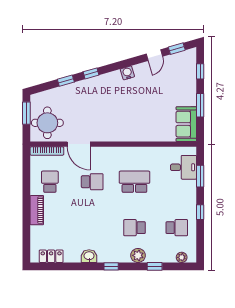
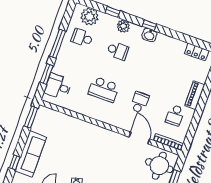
window: (200, 105) -> (31, 117), moved
sofa: (186, 124) -> (31, 154), moved, width x1.36
school desk: (92, 182) -> (139, 102), turned 90
window: (200, 212) -> (58, 44), width x2.17
washbasin: (89, 256) -> (149, 35), moved
plant: (182, 257) -> (90, 17), width x1.88, depth x1.88

